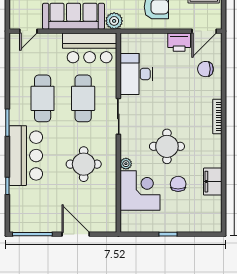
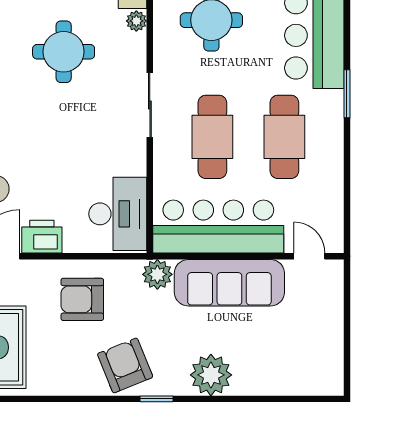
door: (28, 31) -> (309, 256), hinge flipped
bar counter: (90, 48) -> (218, 227), width x1.36
desk: (136, 74) -> (118, 214), moved

